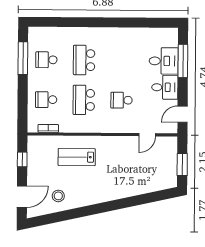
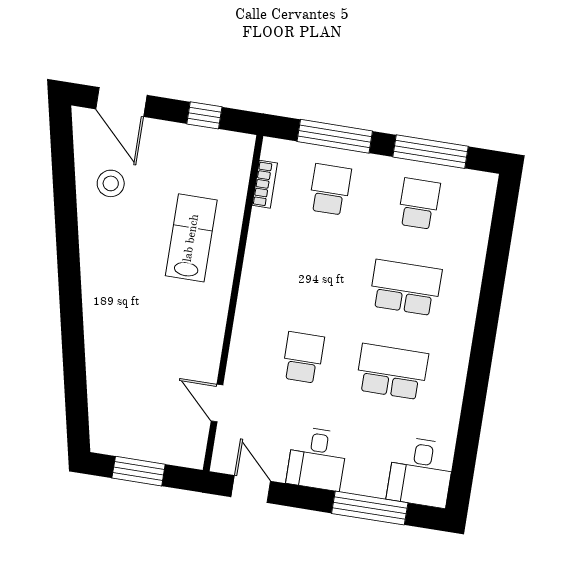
desk: (164, 61) -> (421, 472), moved
school desk: (84, 100) -> (392, 372), moved
window: (23, 101) -> (335, 136), added

